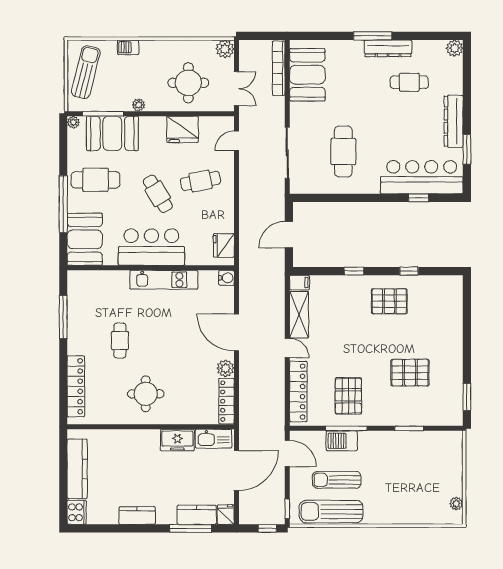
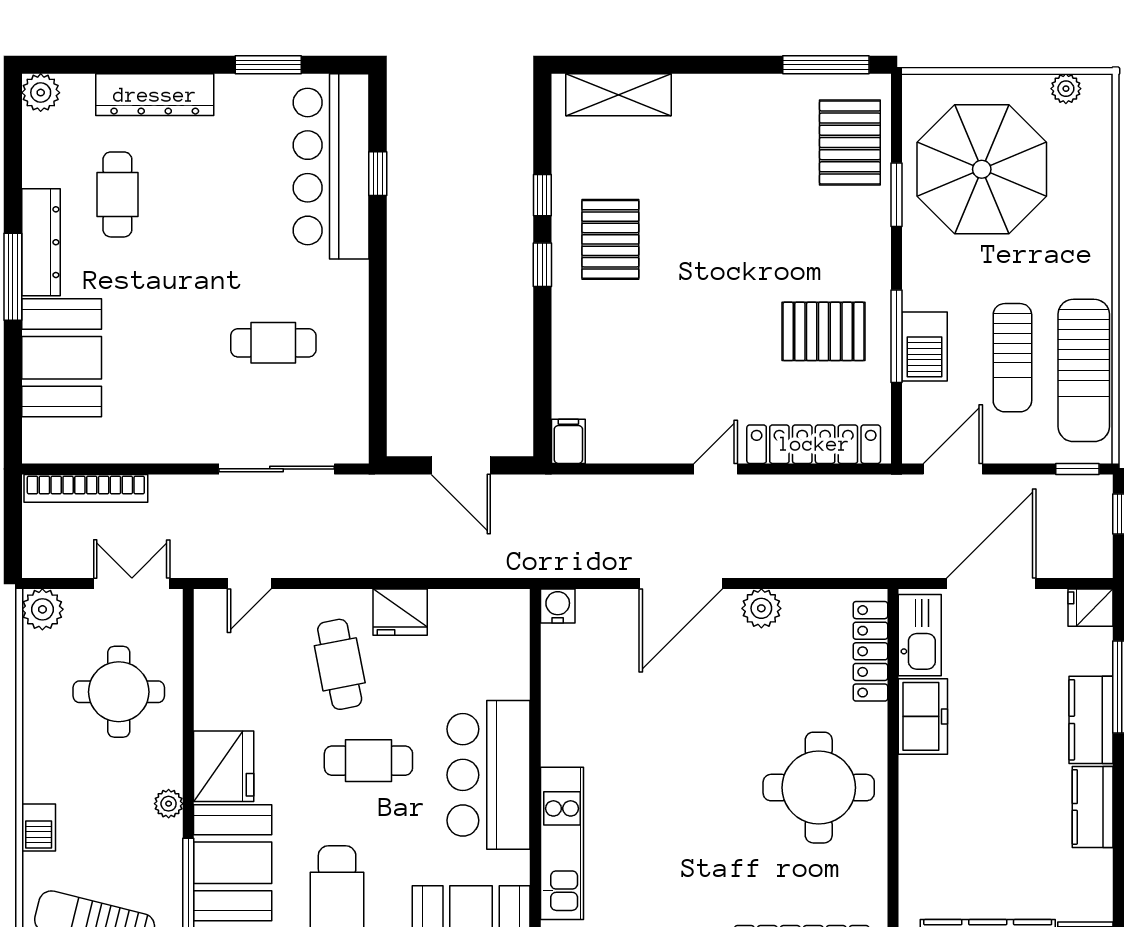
booth: (307, 75) -> (62, 358), moved, turned 90
dresser: (454, 121) -> (155, 95), moved
fridge: (182, 129) -> (224, 766), moved
door: (236, 141) -> (249, 583), hinge flipped
cafe table: (343, 152) -> (273, 343), width x0.73, depth x0.74
cafe table: (158, 194) -> (368, 761), turned 31
fridge: (224, 245) -> (400, 612), moved
window: (354, 271) -> (542, 265), moved
kitchen unit: (164, 280) -> (562, 843), moved
shelving: (299, 315) -> (618, 95), moved
cafe table: (120, 340) -> (699, 846), removed
pallet: (410, 373) -> (850, 142), moved
round table: (146, 394) -> (819, 788), width x1.36, depth x1.36
window: (467, 397) -> (826, 65), width x1.44
locker: (226, 401) -> (870, 651), moved, turned 90
parasol: (420, 466) -> (982, 169), added
door: (236, 470) -> (991, 583), hinge flipped
kitchen counter: (197, 515) -> (1091, 720), moved

